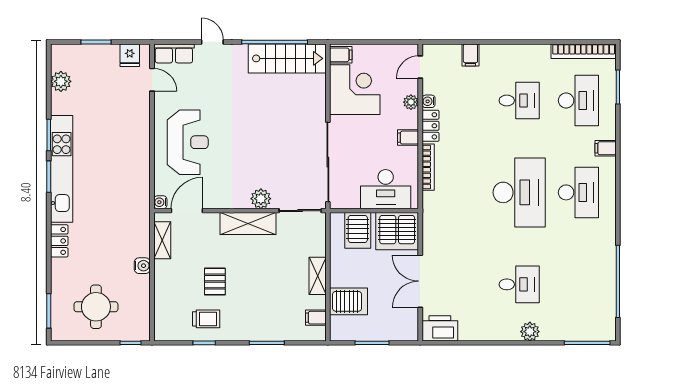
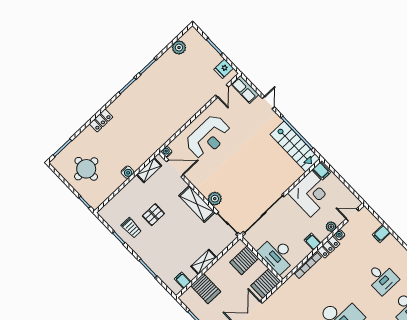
kitchen unit: (62, 169) -> (137, 88), removed
server rack: (397, 231) -> (266, 284), width x0.62

